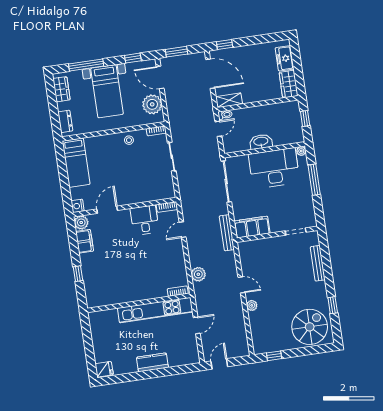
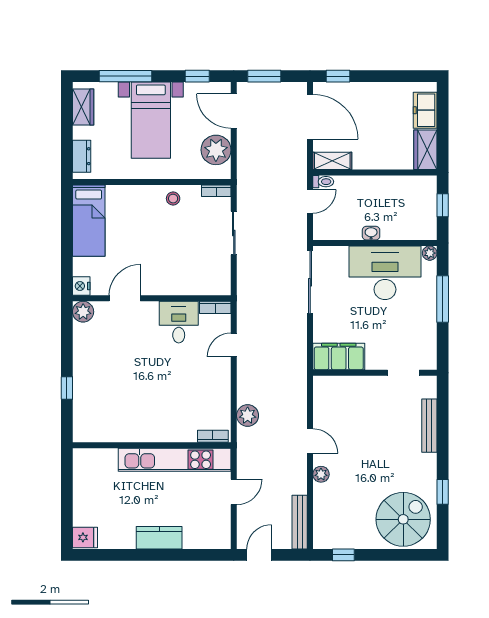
washbasin: (261, 142) -> (371, 233), width x0.52, depth x0.69
bench: (227, 233) -> (300, 522), moved
filing cabinet: (85, 241) -> (84, 341), removed

